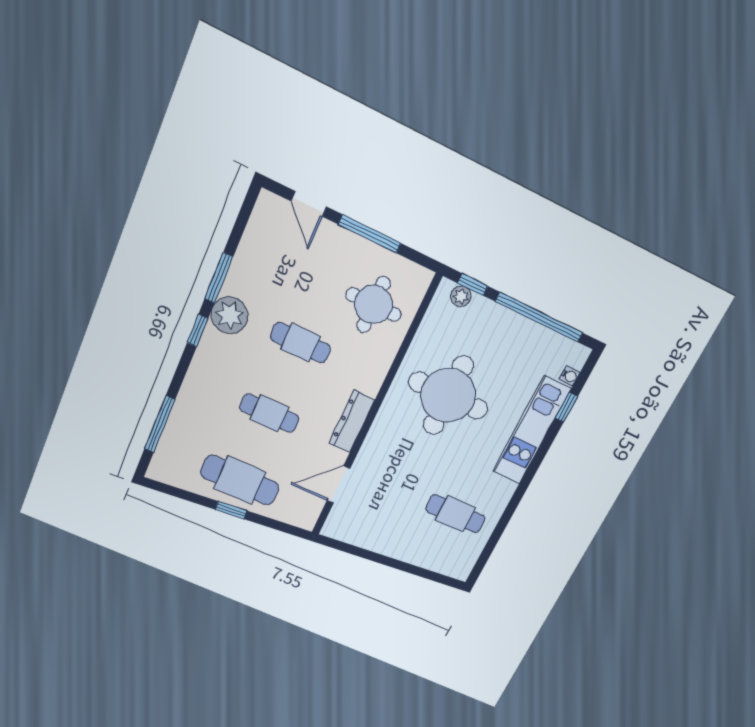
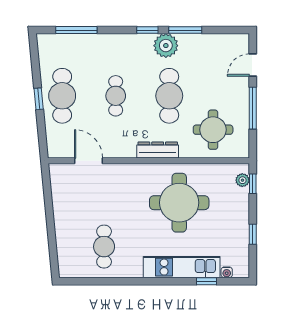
window: (539, 317) -> (253, 234), width x0.32
cafe table: (301, 343) -> (169, 96), width x1.37, depth x1.35
dresser: (352, 422) -> (158, 150), moved

